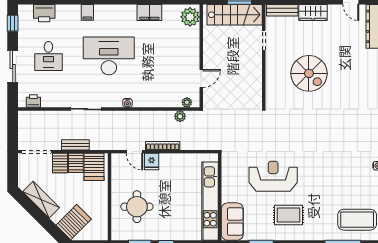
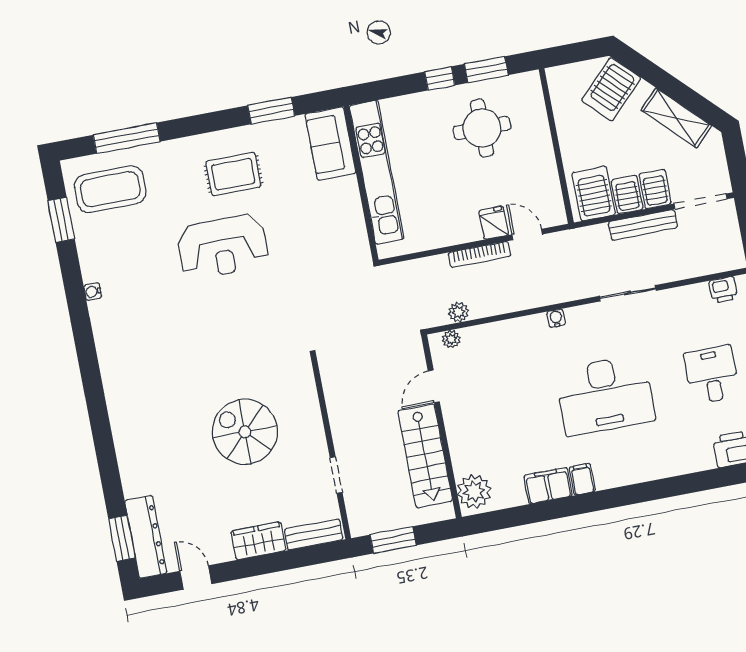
filing cabinet: (87, 12) -> (582, 479), moved
stairs: (235, 15) -> (425, 456), moved, turned -90
bench: (75, 145) -> (643, 225), width x1.36
reception desk: (273, 176) -> (223, 247), moved
round table: (137, 207) -> (482, 128), moved

